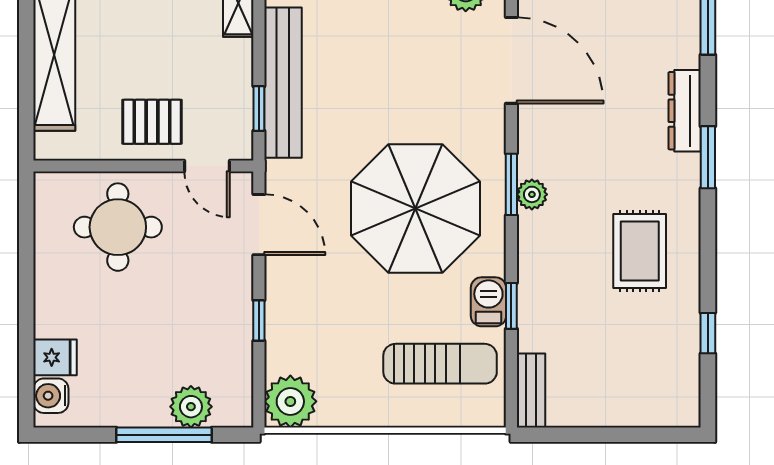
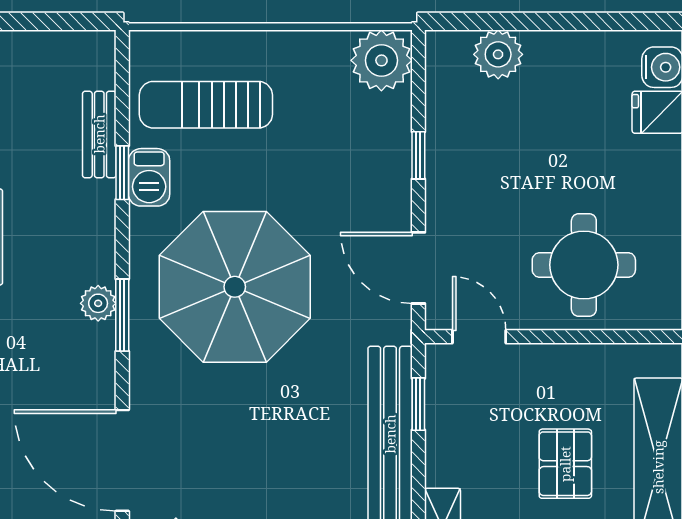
pallet: (152, 122) -> (565, 464), moved, turned 90
bench: (531, 390) -> (99, 134), moved
window: (164, 435) -> (530, 21), removed

